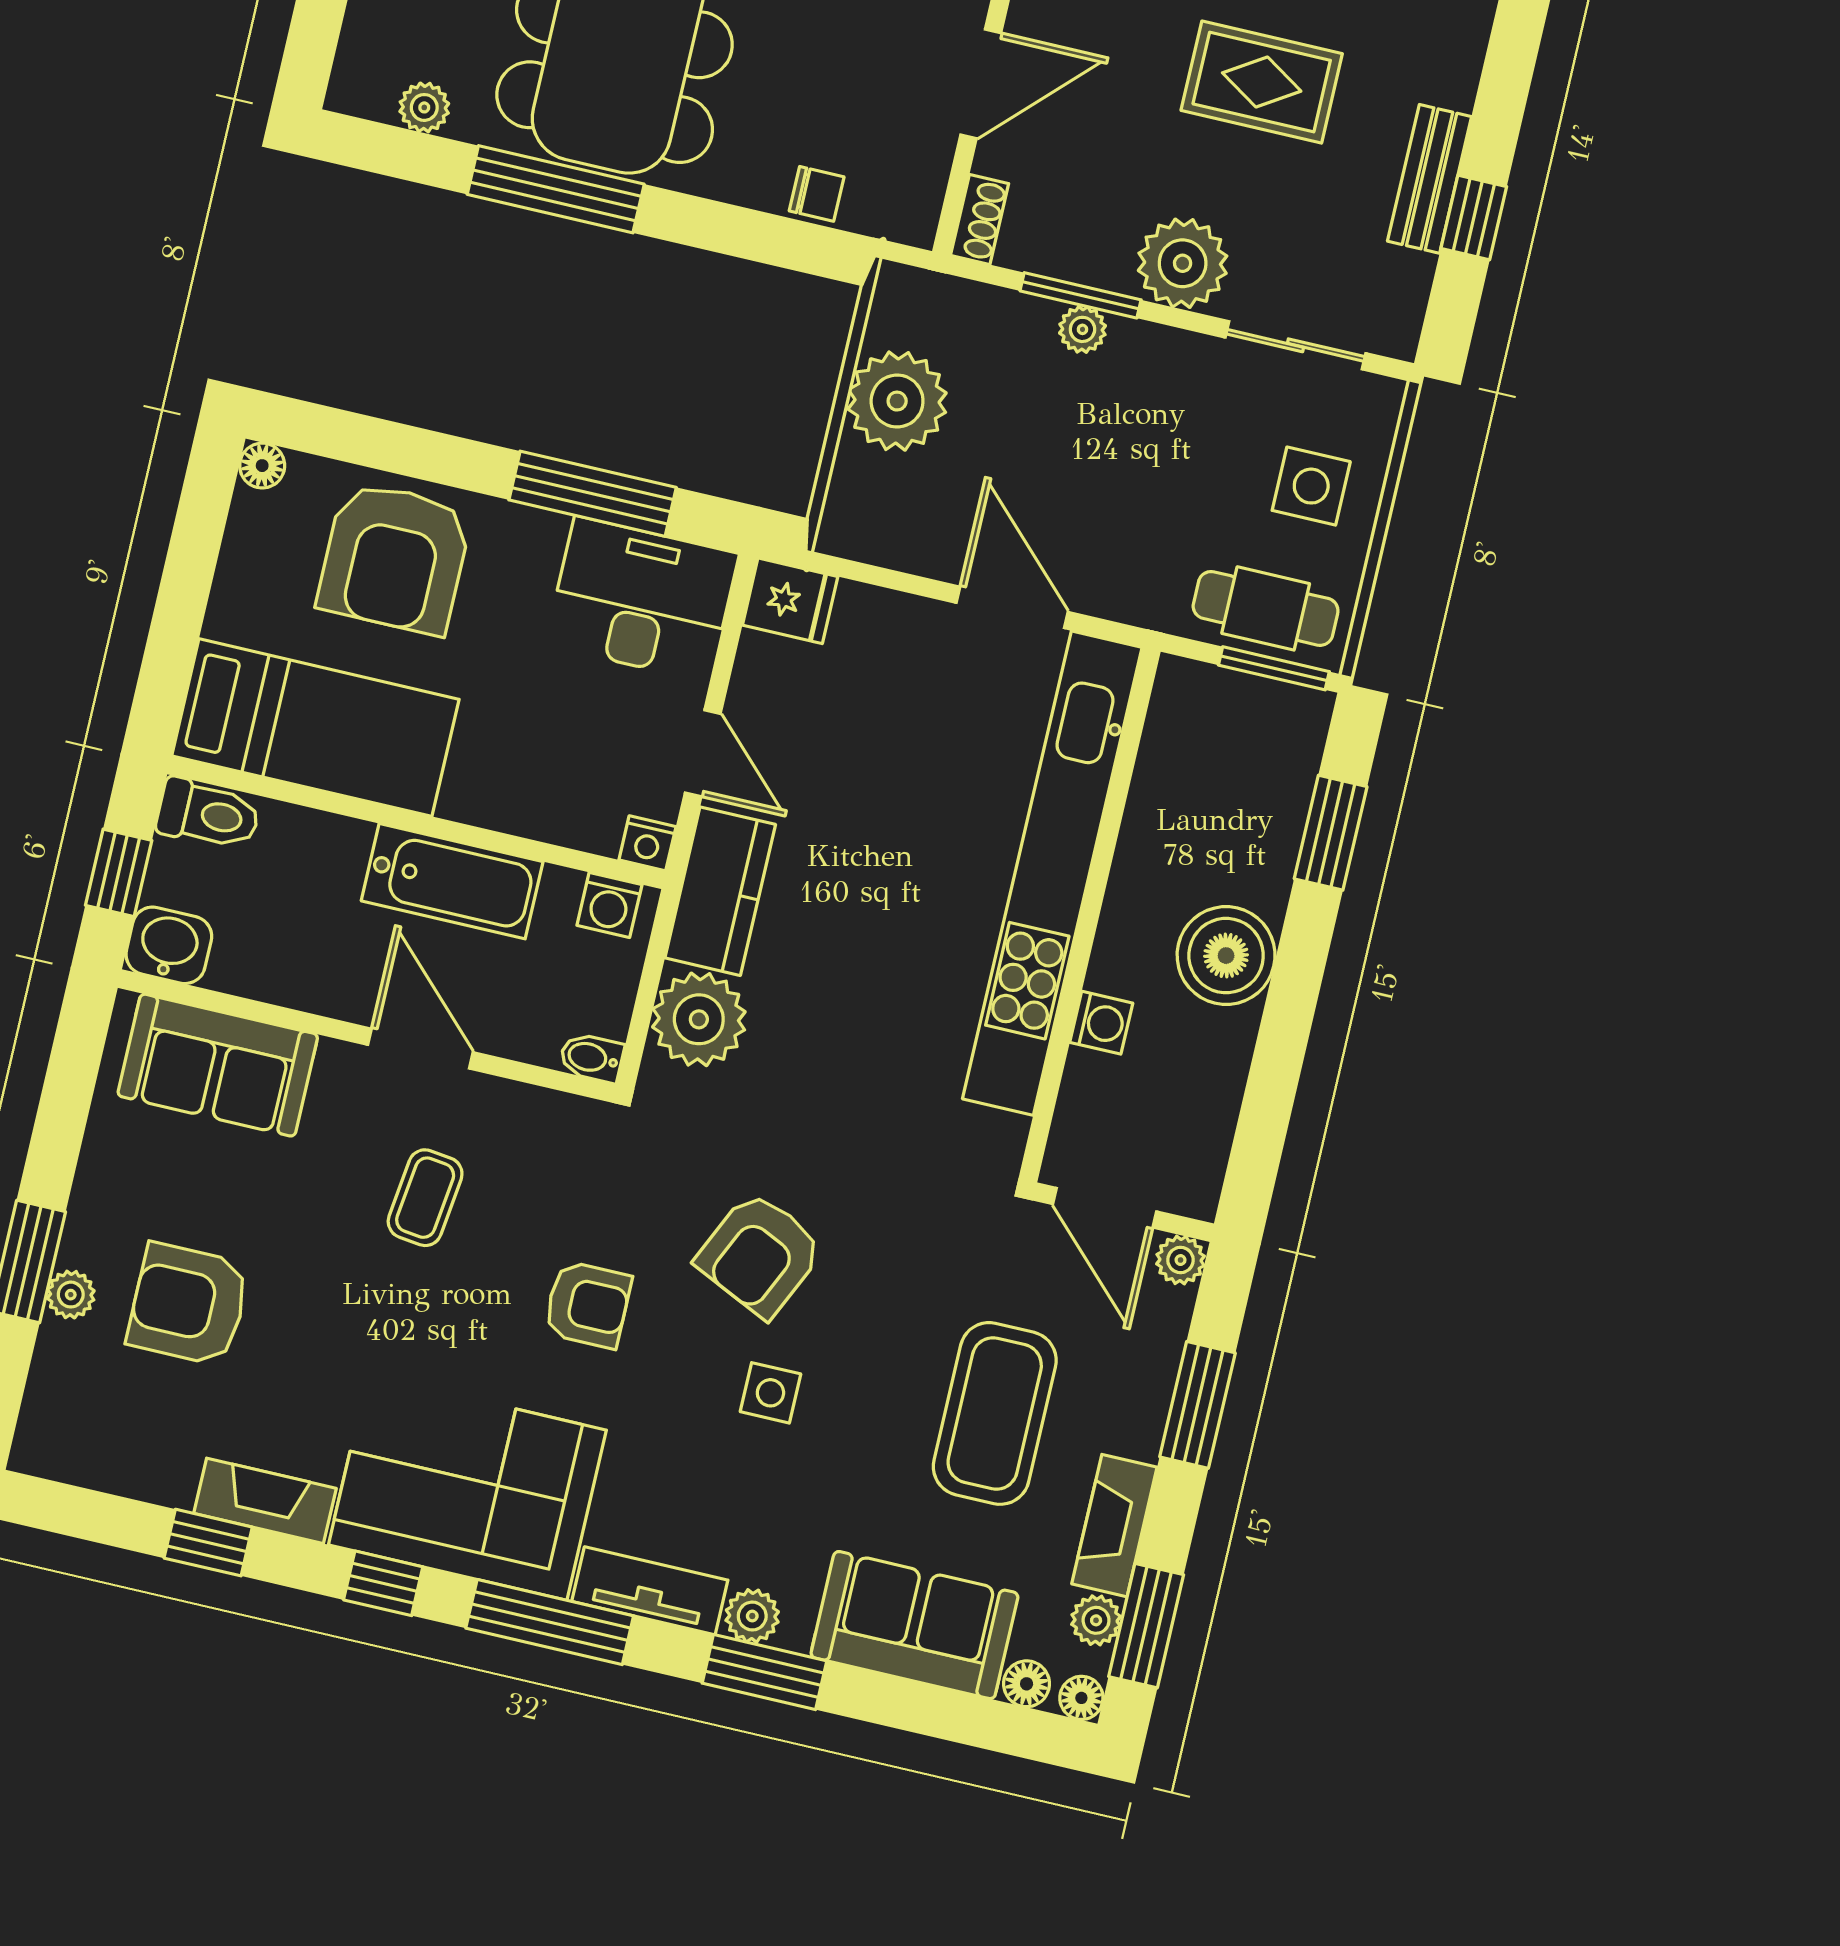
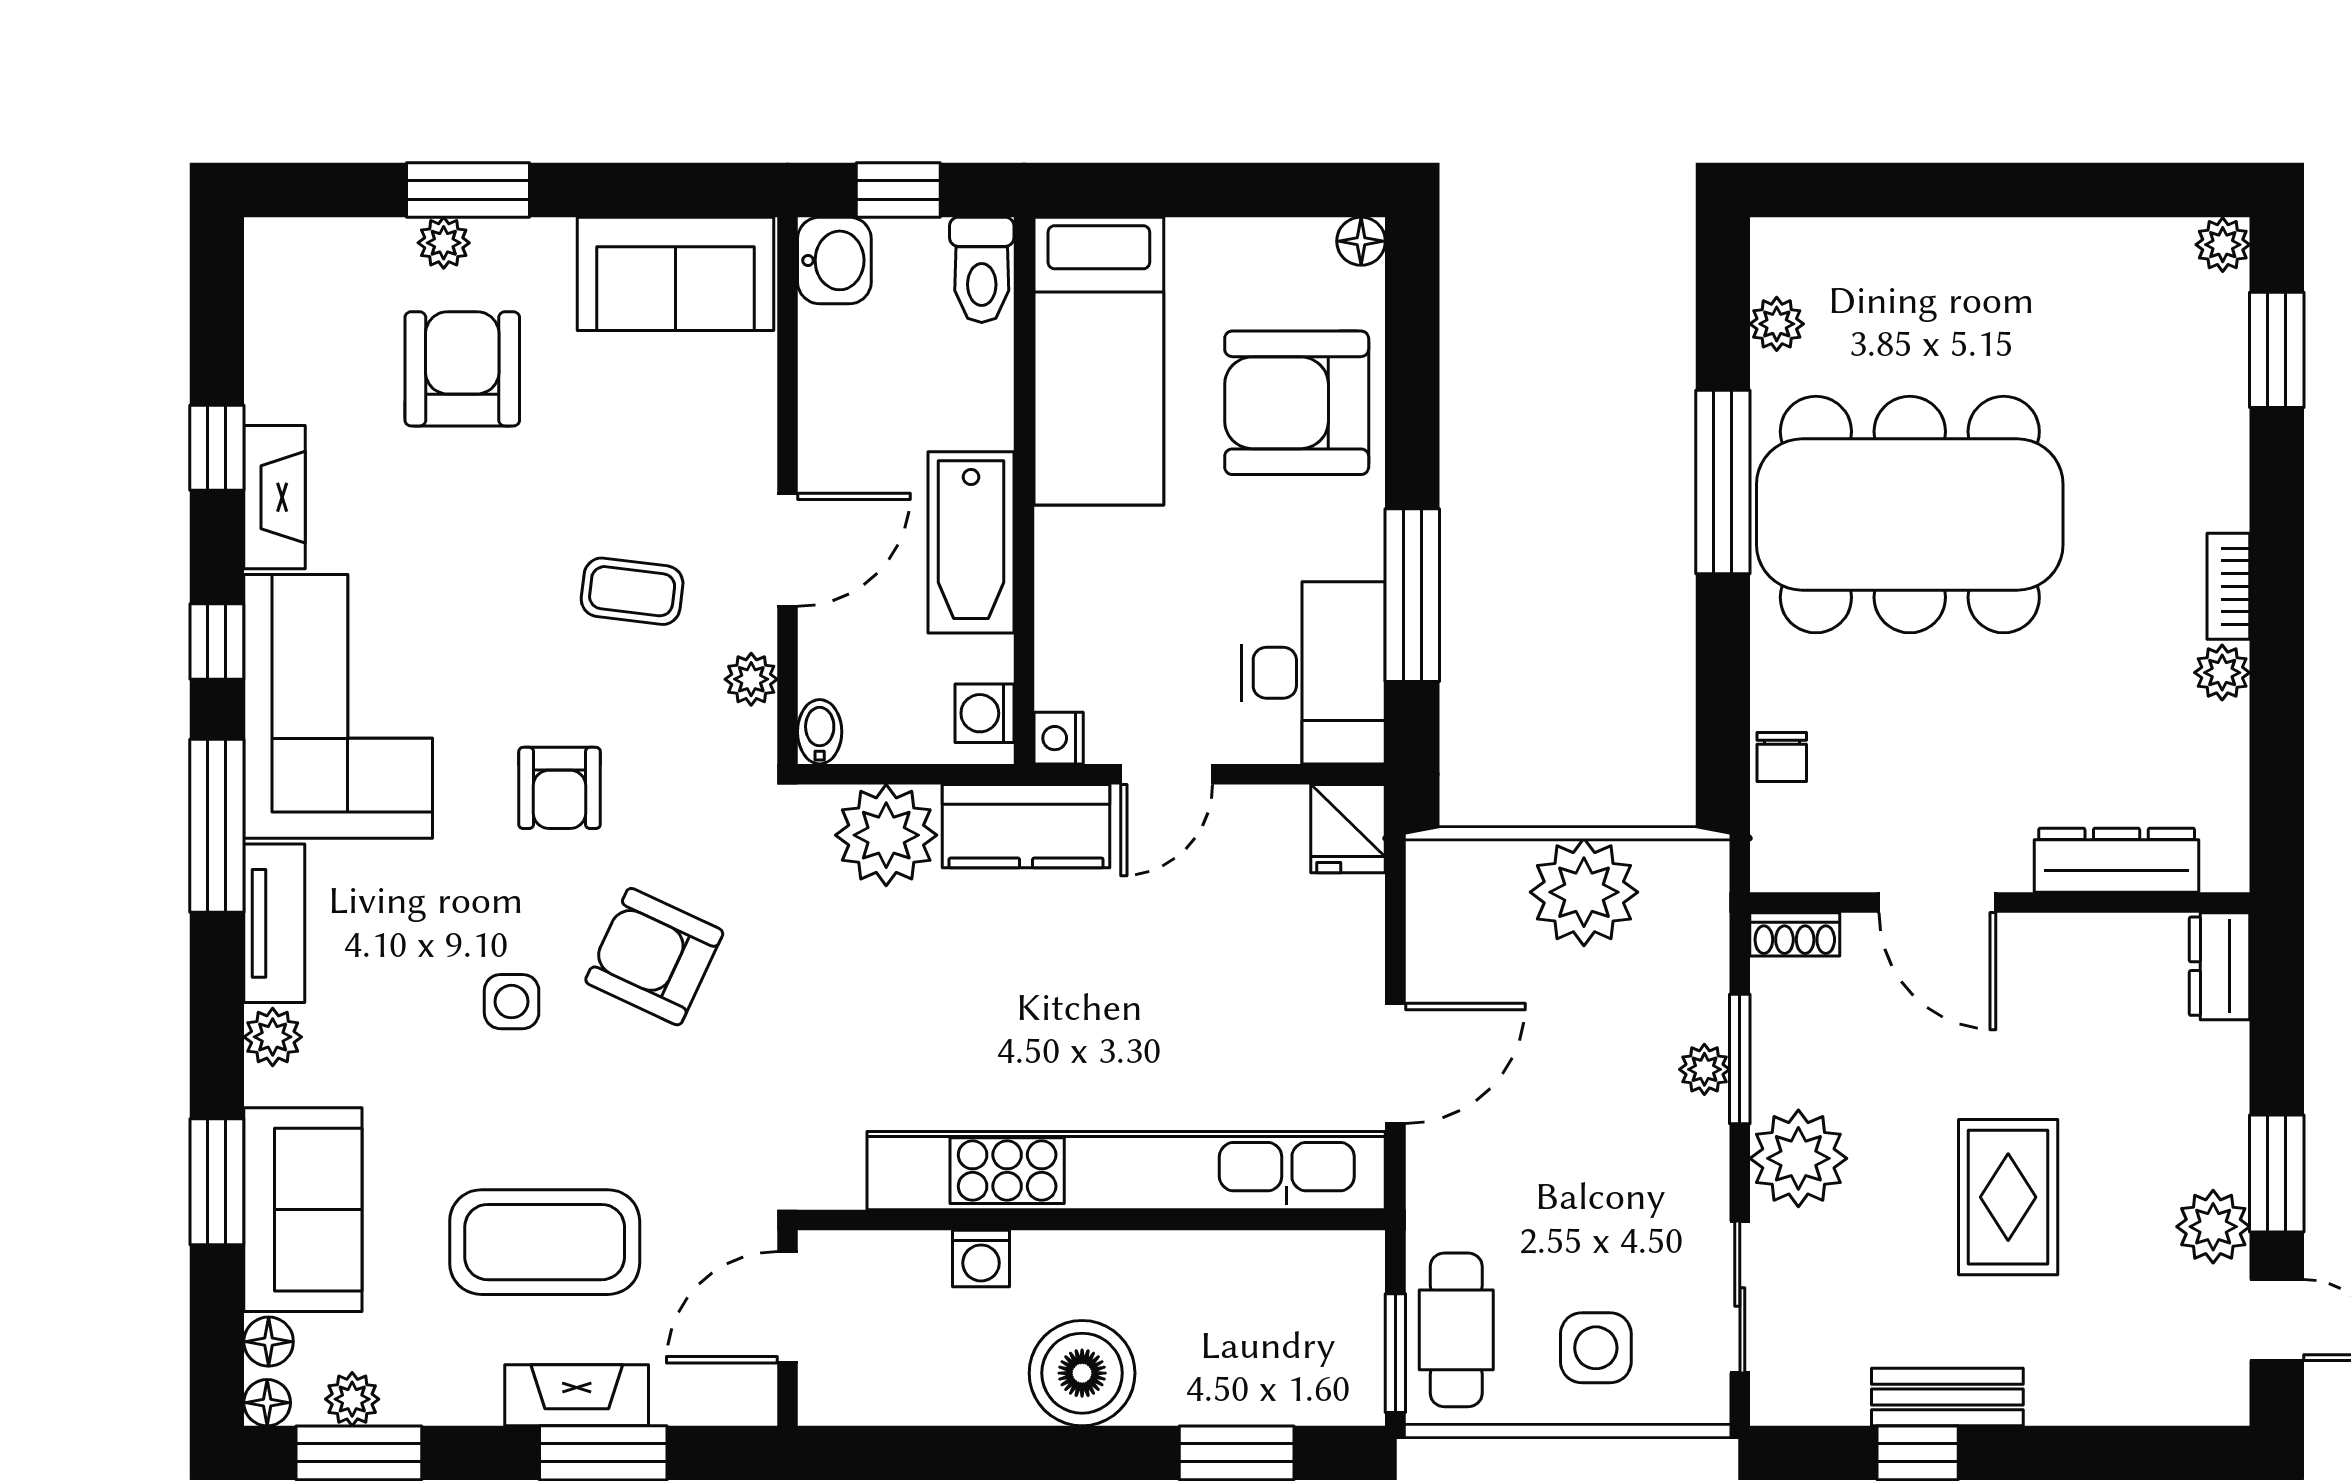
sofa: (218, 1065) -> (675, 274), moved, turned -90
plant: (1181, 1260) -> (751, 679), moved
fireplace: (1114, 1526) -> (577, 1395), moved
window: (765, 1672) -> (217, 1182), moved

